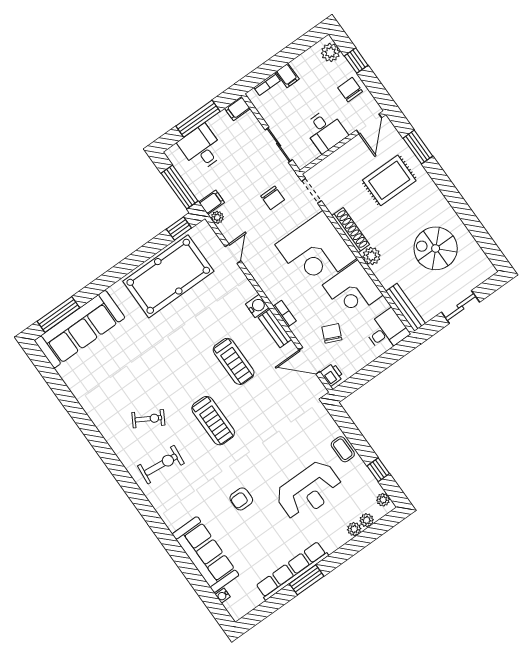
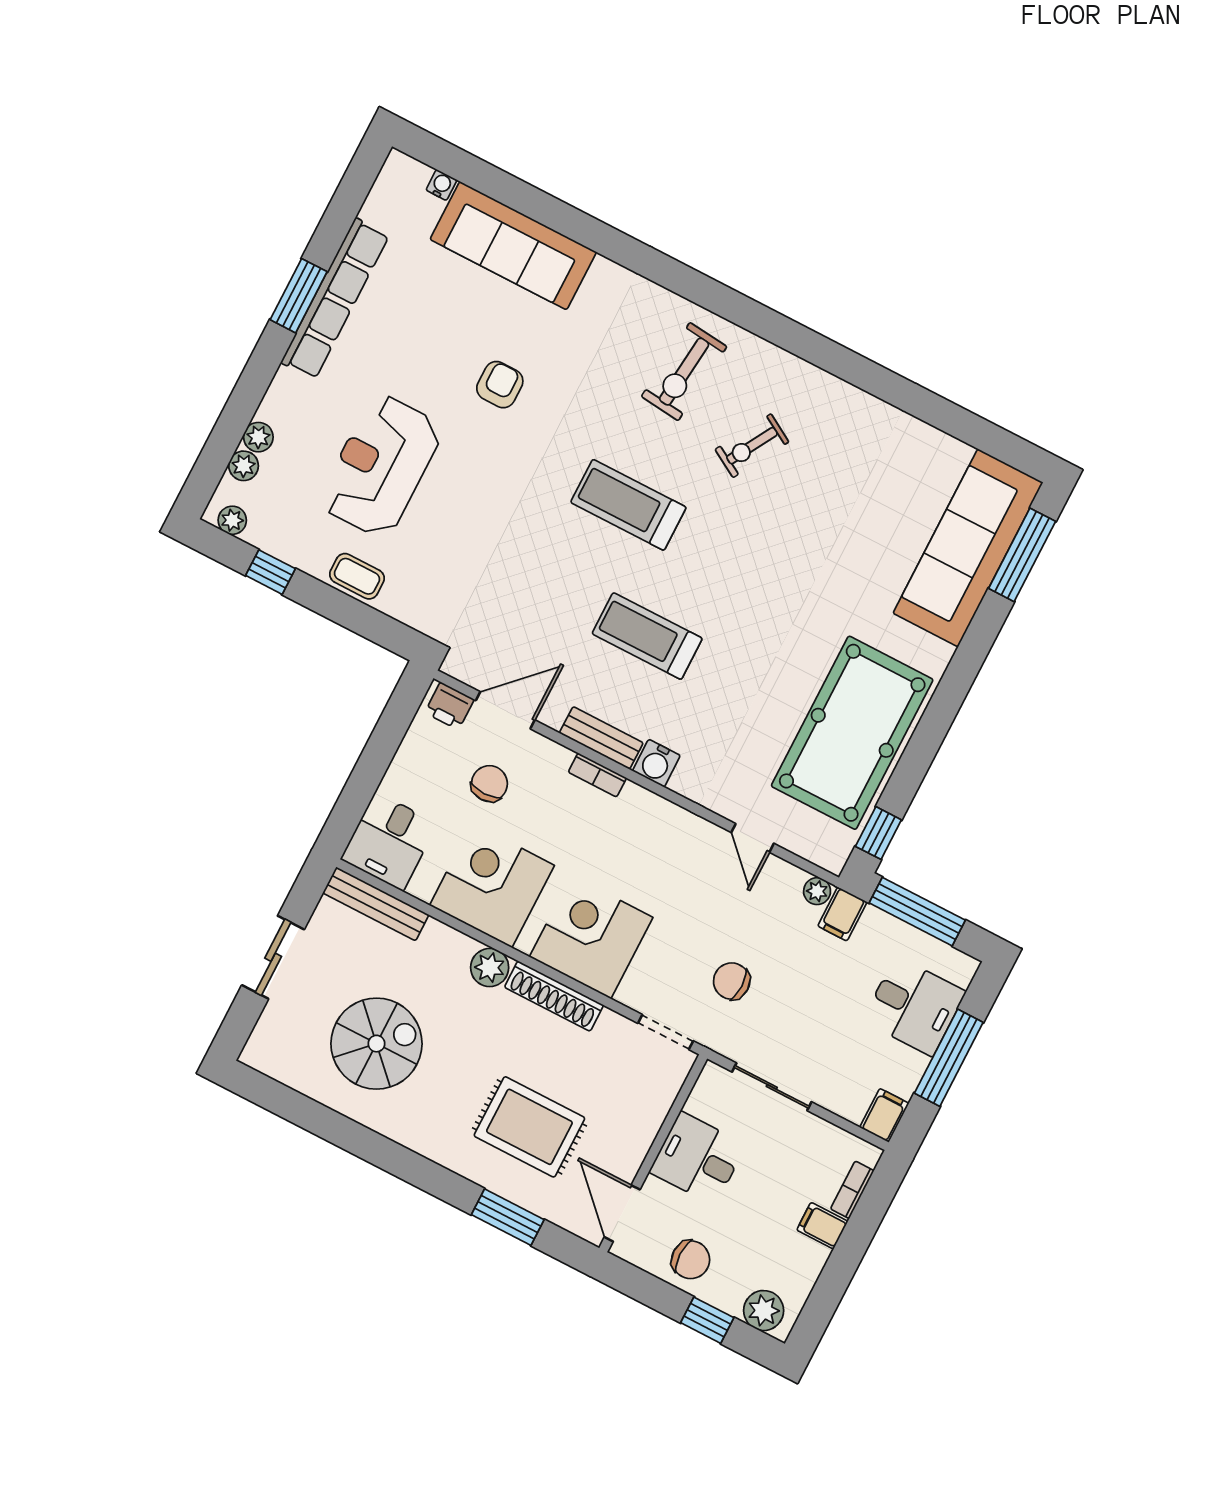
rug: (389, 180) -> (529, 1127), turned 90
corner desk: (316, 251) -> (591, 937), width x0.74, depth x0.74
chair: (332, 333) -> (489, 784), turned -114

